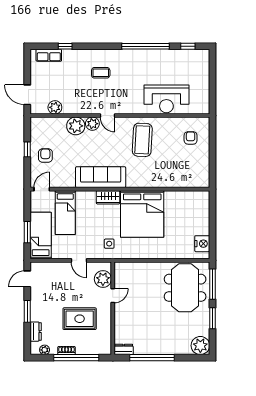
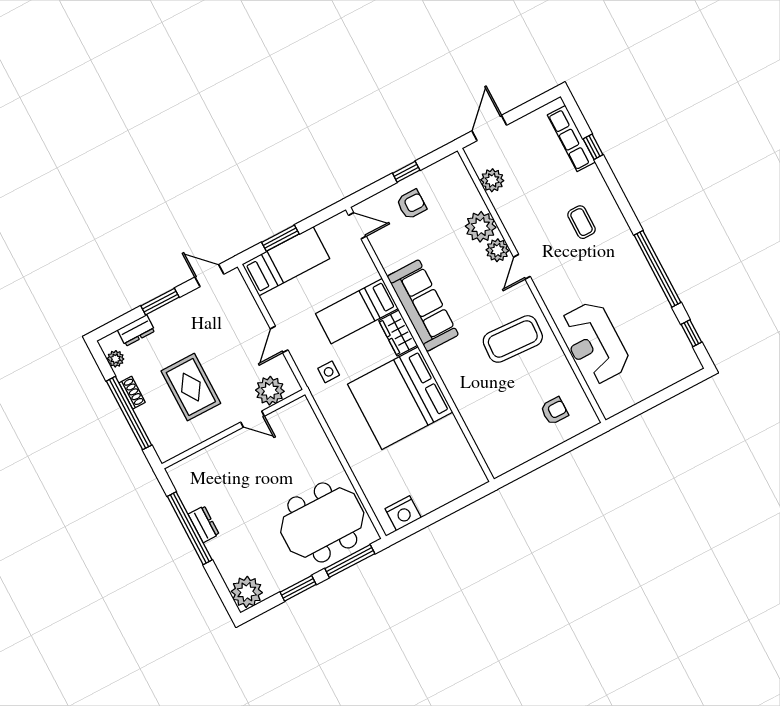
row of seats: (49, 55) -> (571, 138), width x1.48
bed: (65, 213) -> (357, 311), moved
dresser: (124, 349) -> (204, 524), moved

